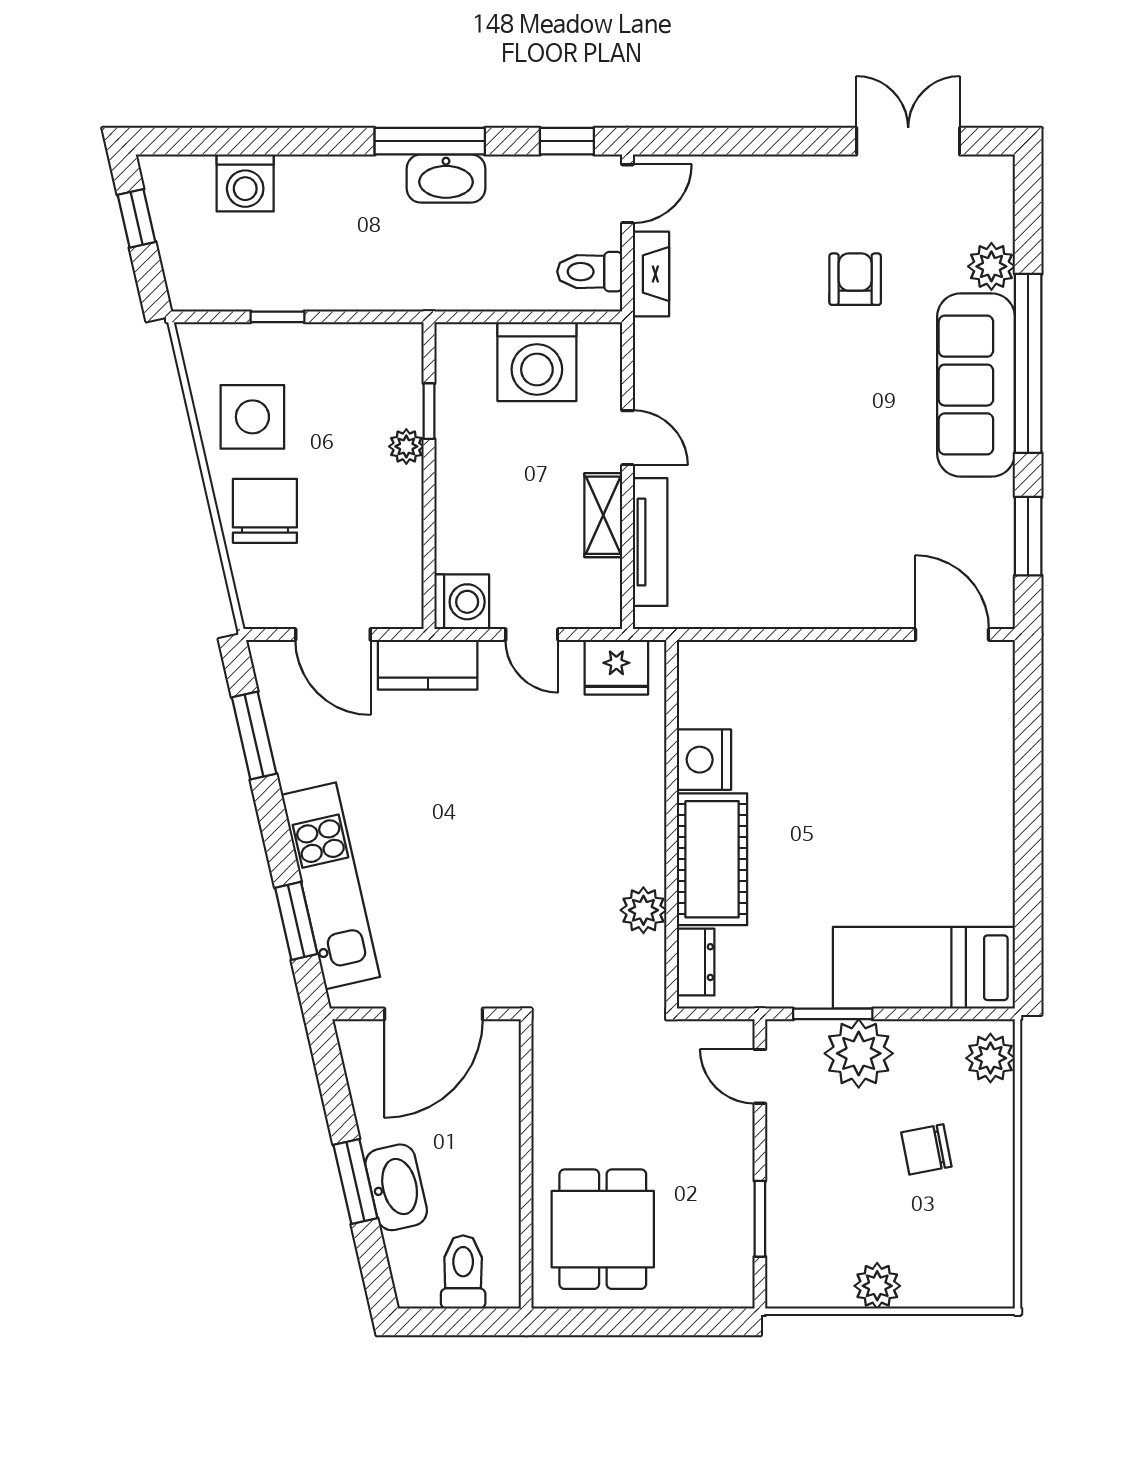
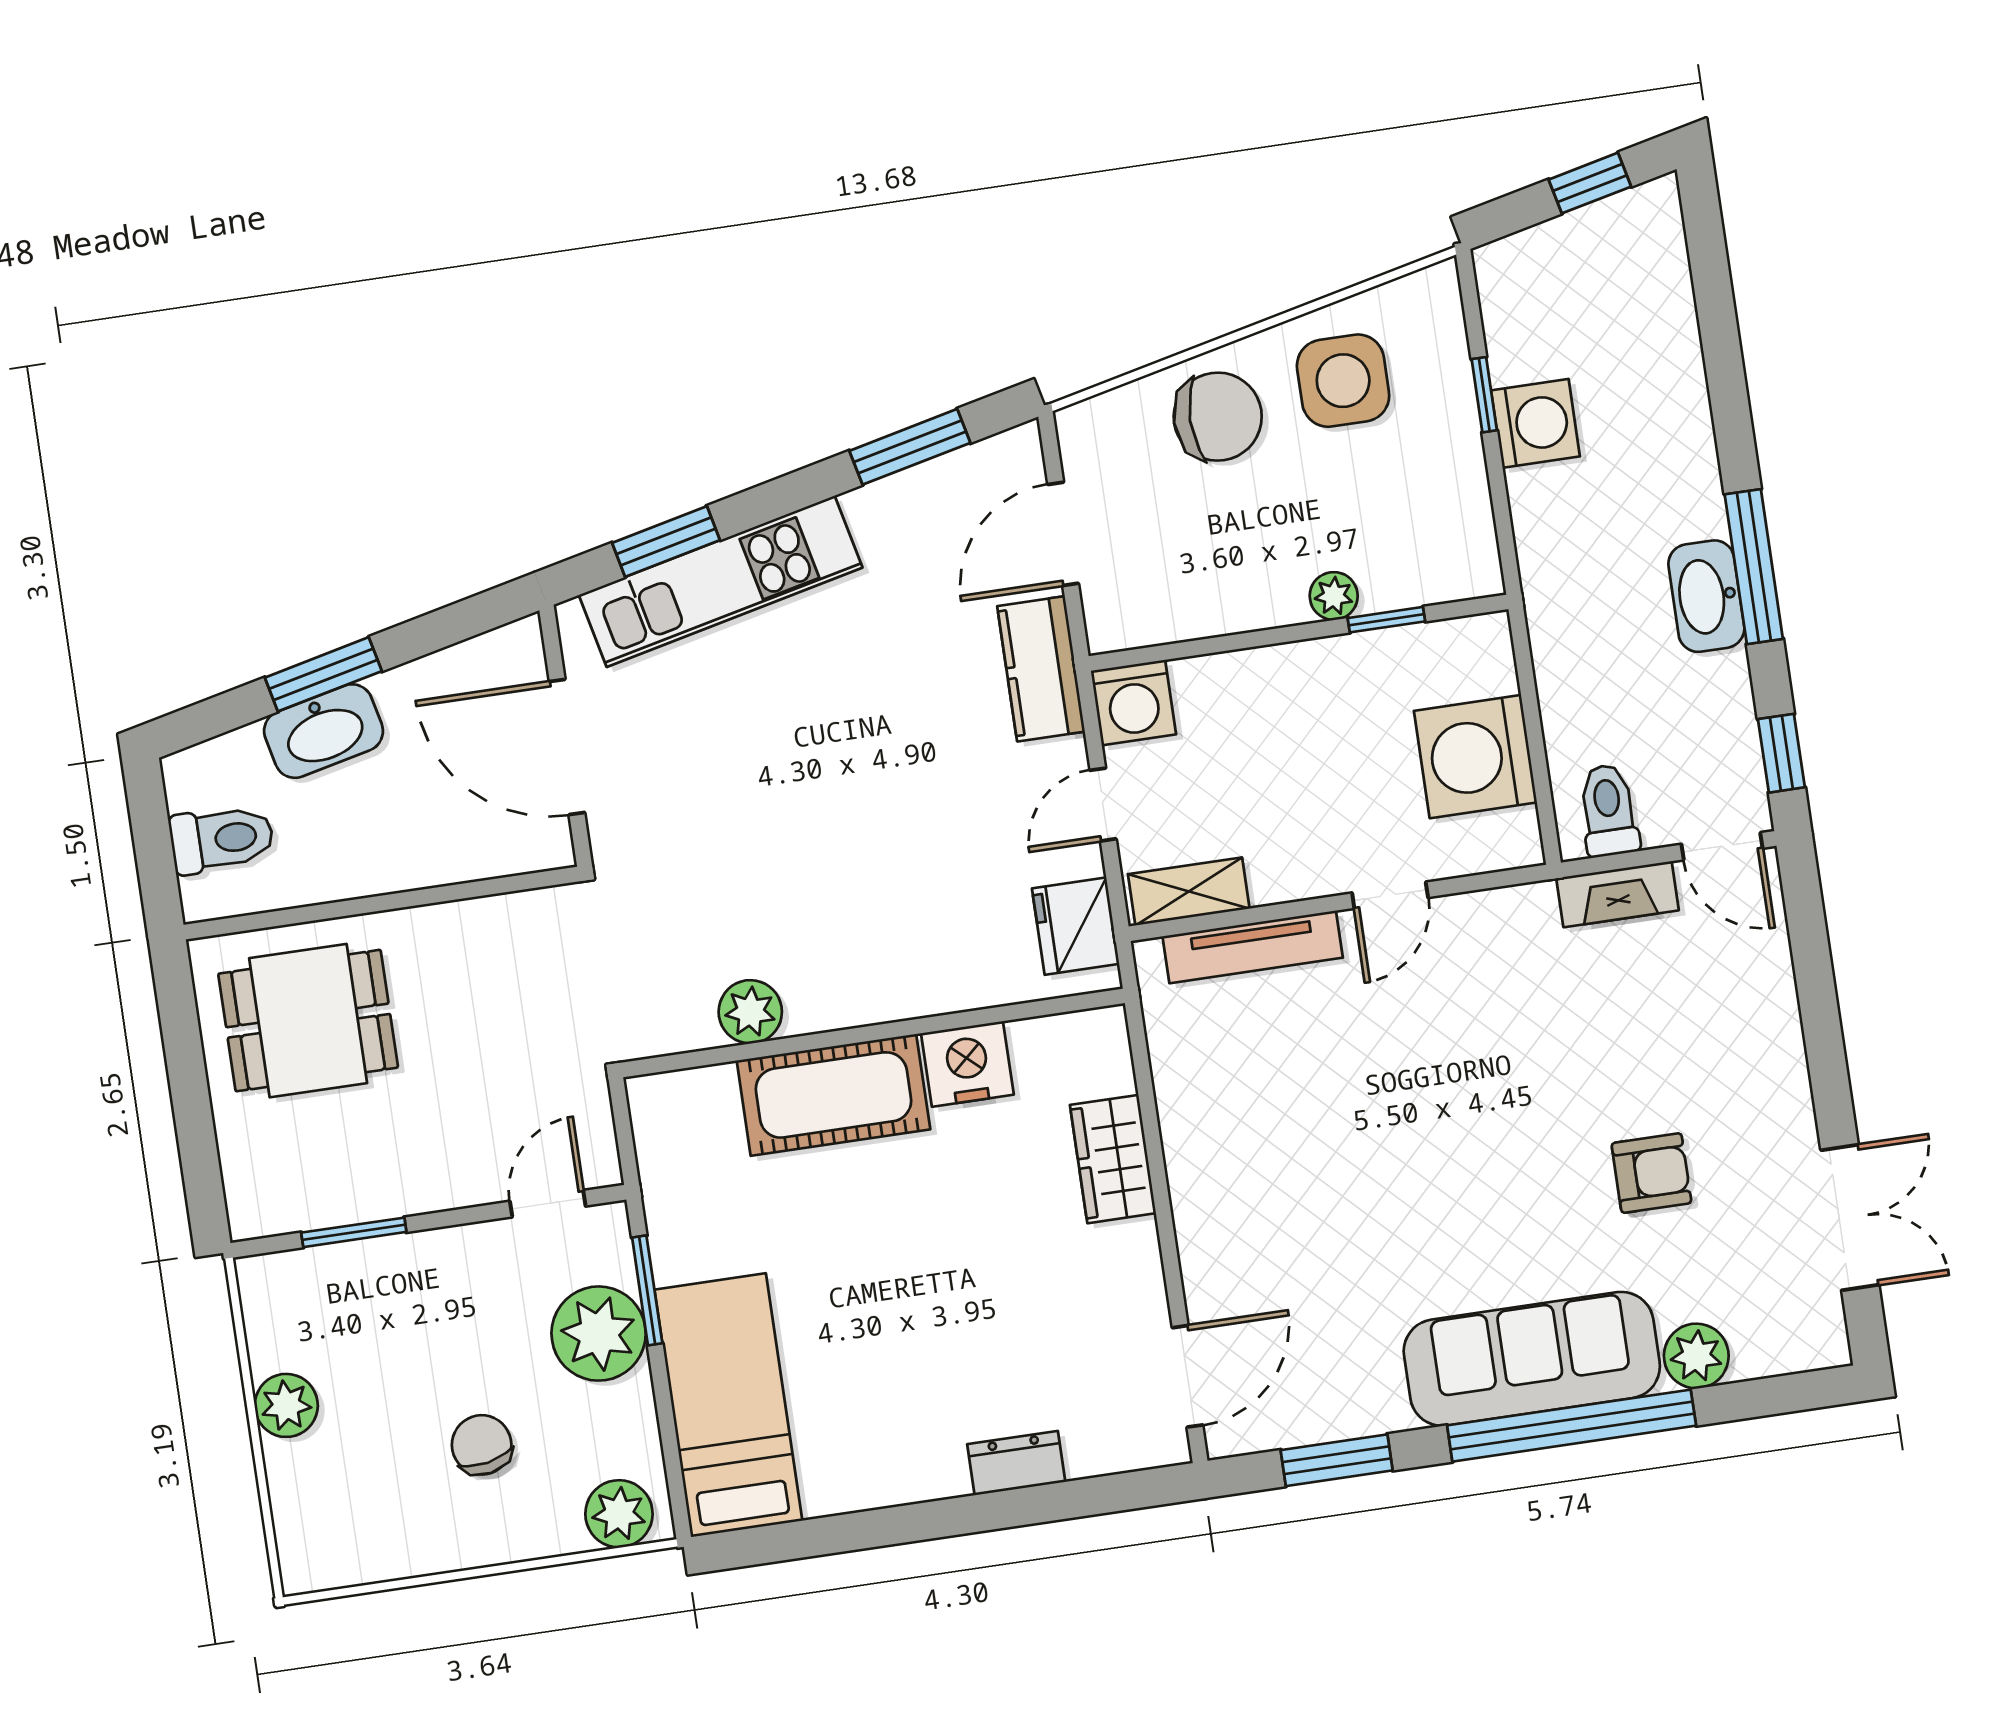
washing machine: (245, 183) -> (1535, 423), moved, turned 180
shelving: (603, 515) -> (1189, 891), moved
wardrobe: (788, 665) -> (1113, 1159), added
dresser: (696, 962) -> (1016, 1463), moved, turned 180

